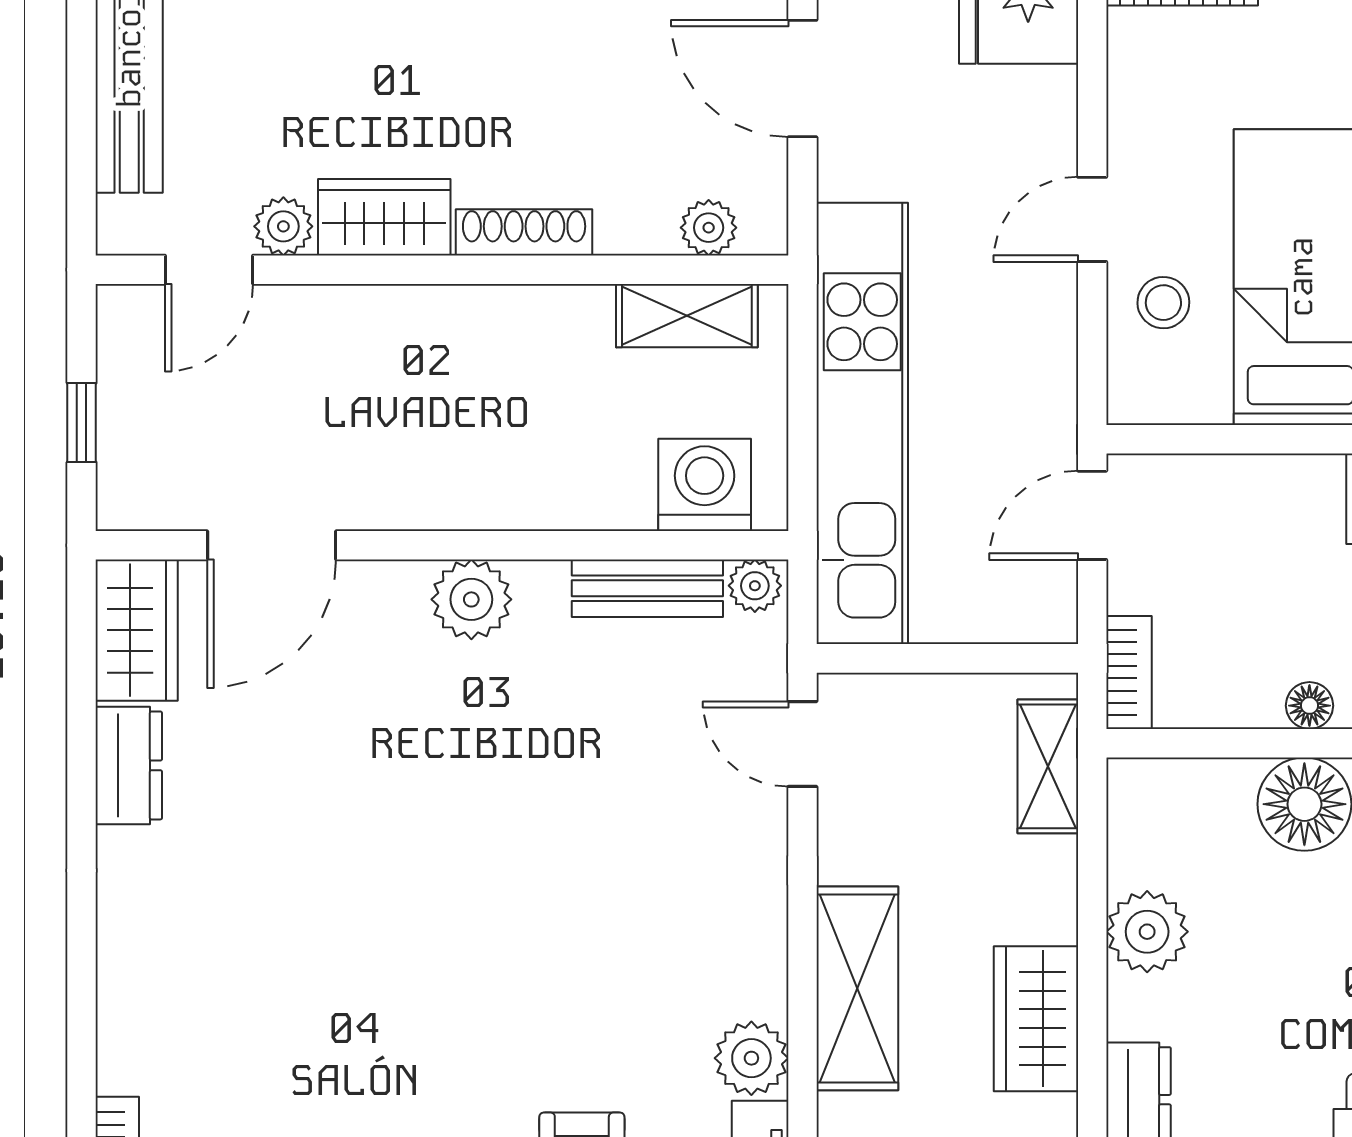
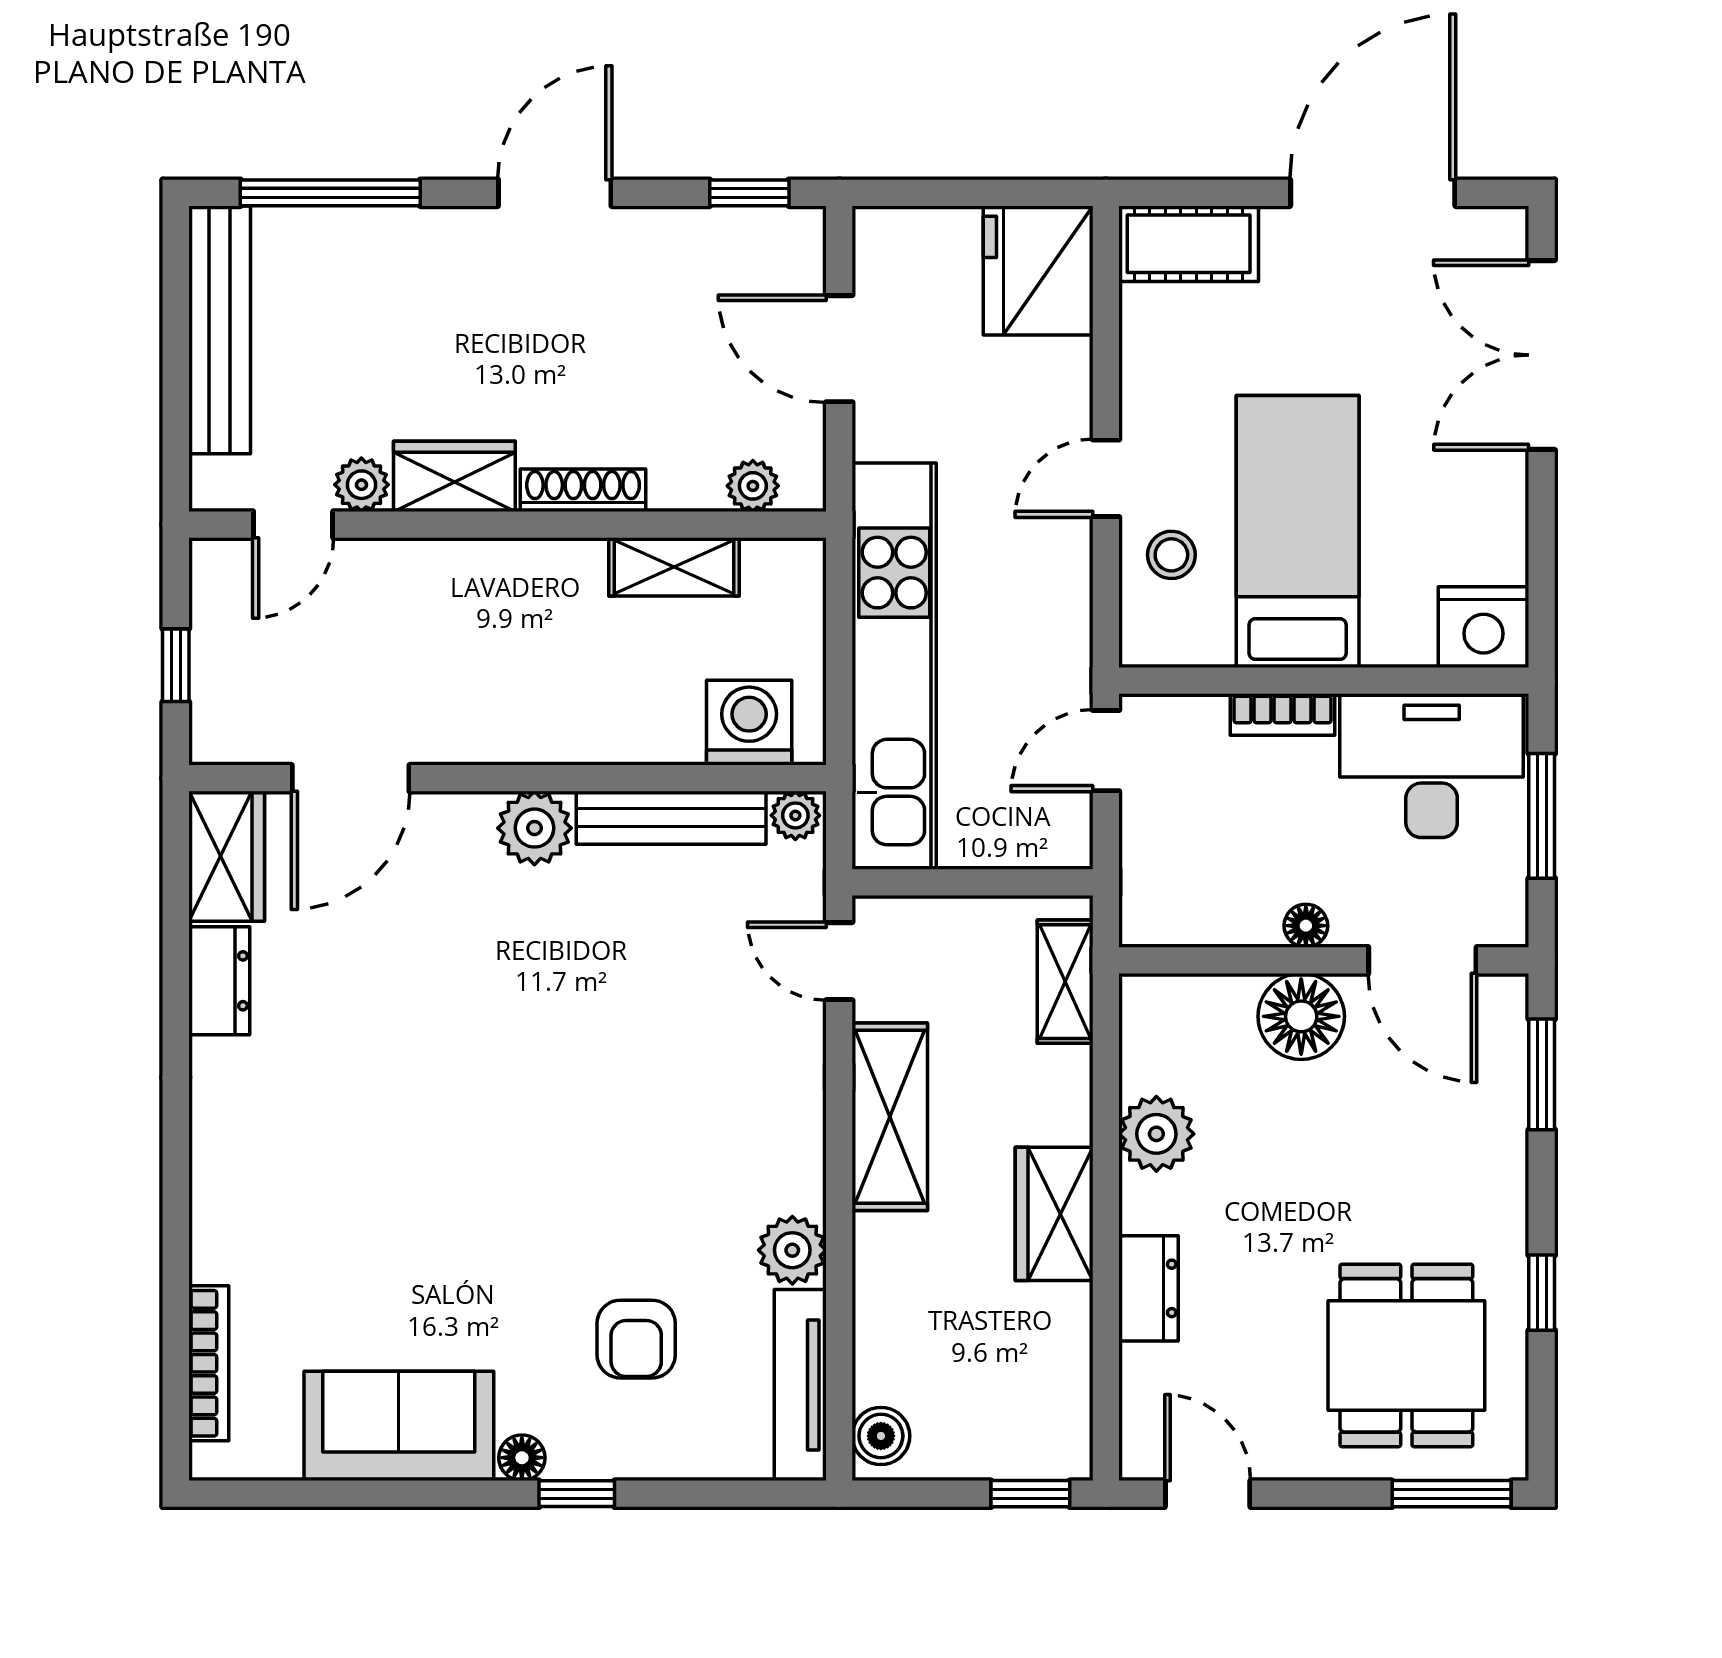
shelving: (687, 316) -> (674, 567), moved
bench: (647, 588) -> (671, 818), width x1.36
bookcase: (1129, 672) -> (1283, 715), moved, turned 90
shelving: (857, 988) -> (890, 1117), moved

